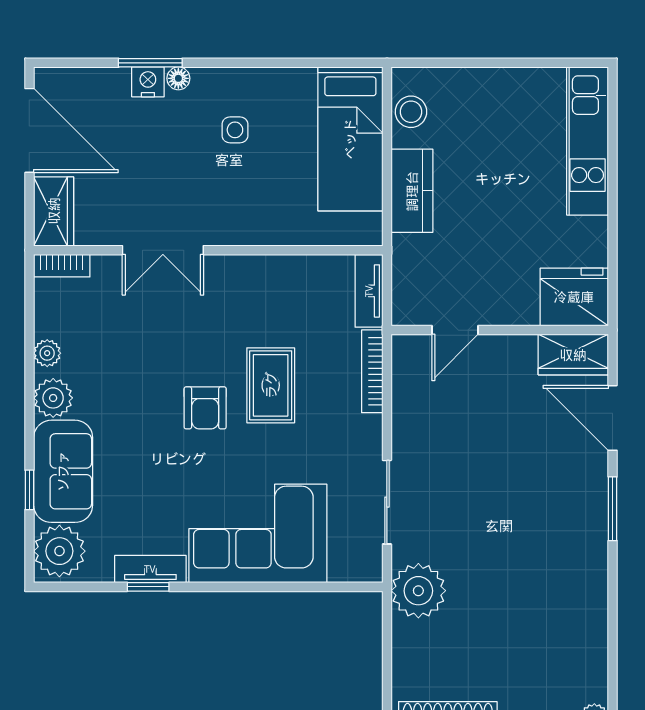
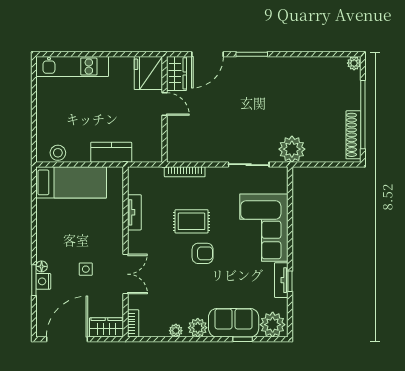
side table: (235, 130) -> (86, 269), moved
kitchen counter: (412, 191) -> (111, 152), moved
tv unit: (369, 291) -> (134, 212), moved, turned -90
door: (455, 330) -> (165, 104), moved

